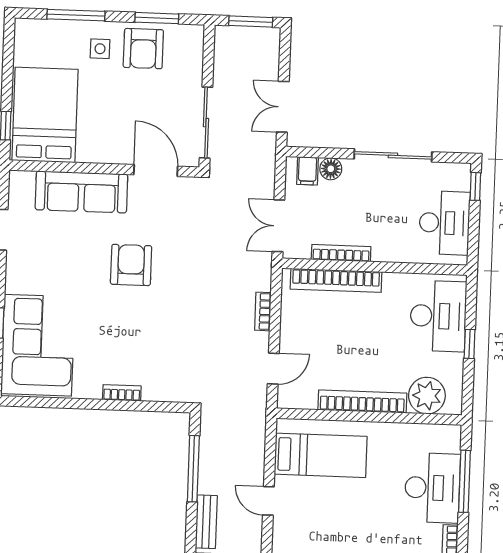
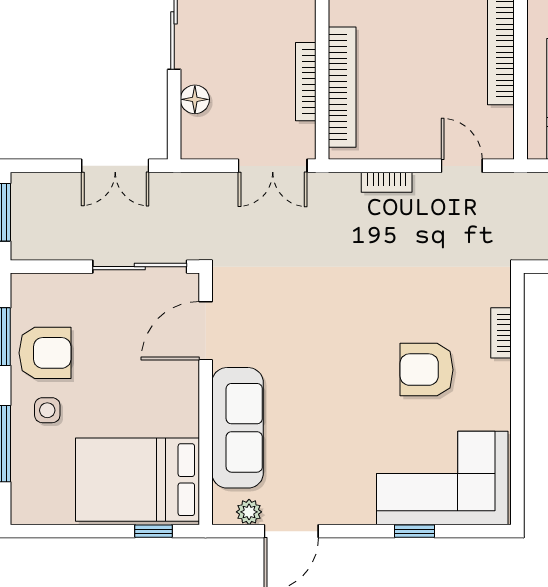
filing cabinet: (307, 171) -> (199, 130), removed
plant: (18, 198) -> (249, 512), added
armchair: (131, 265) -> (427, 370), moved
bookcase: (122, 393) -> (501, 333), moved

